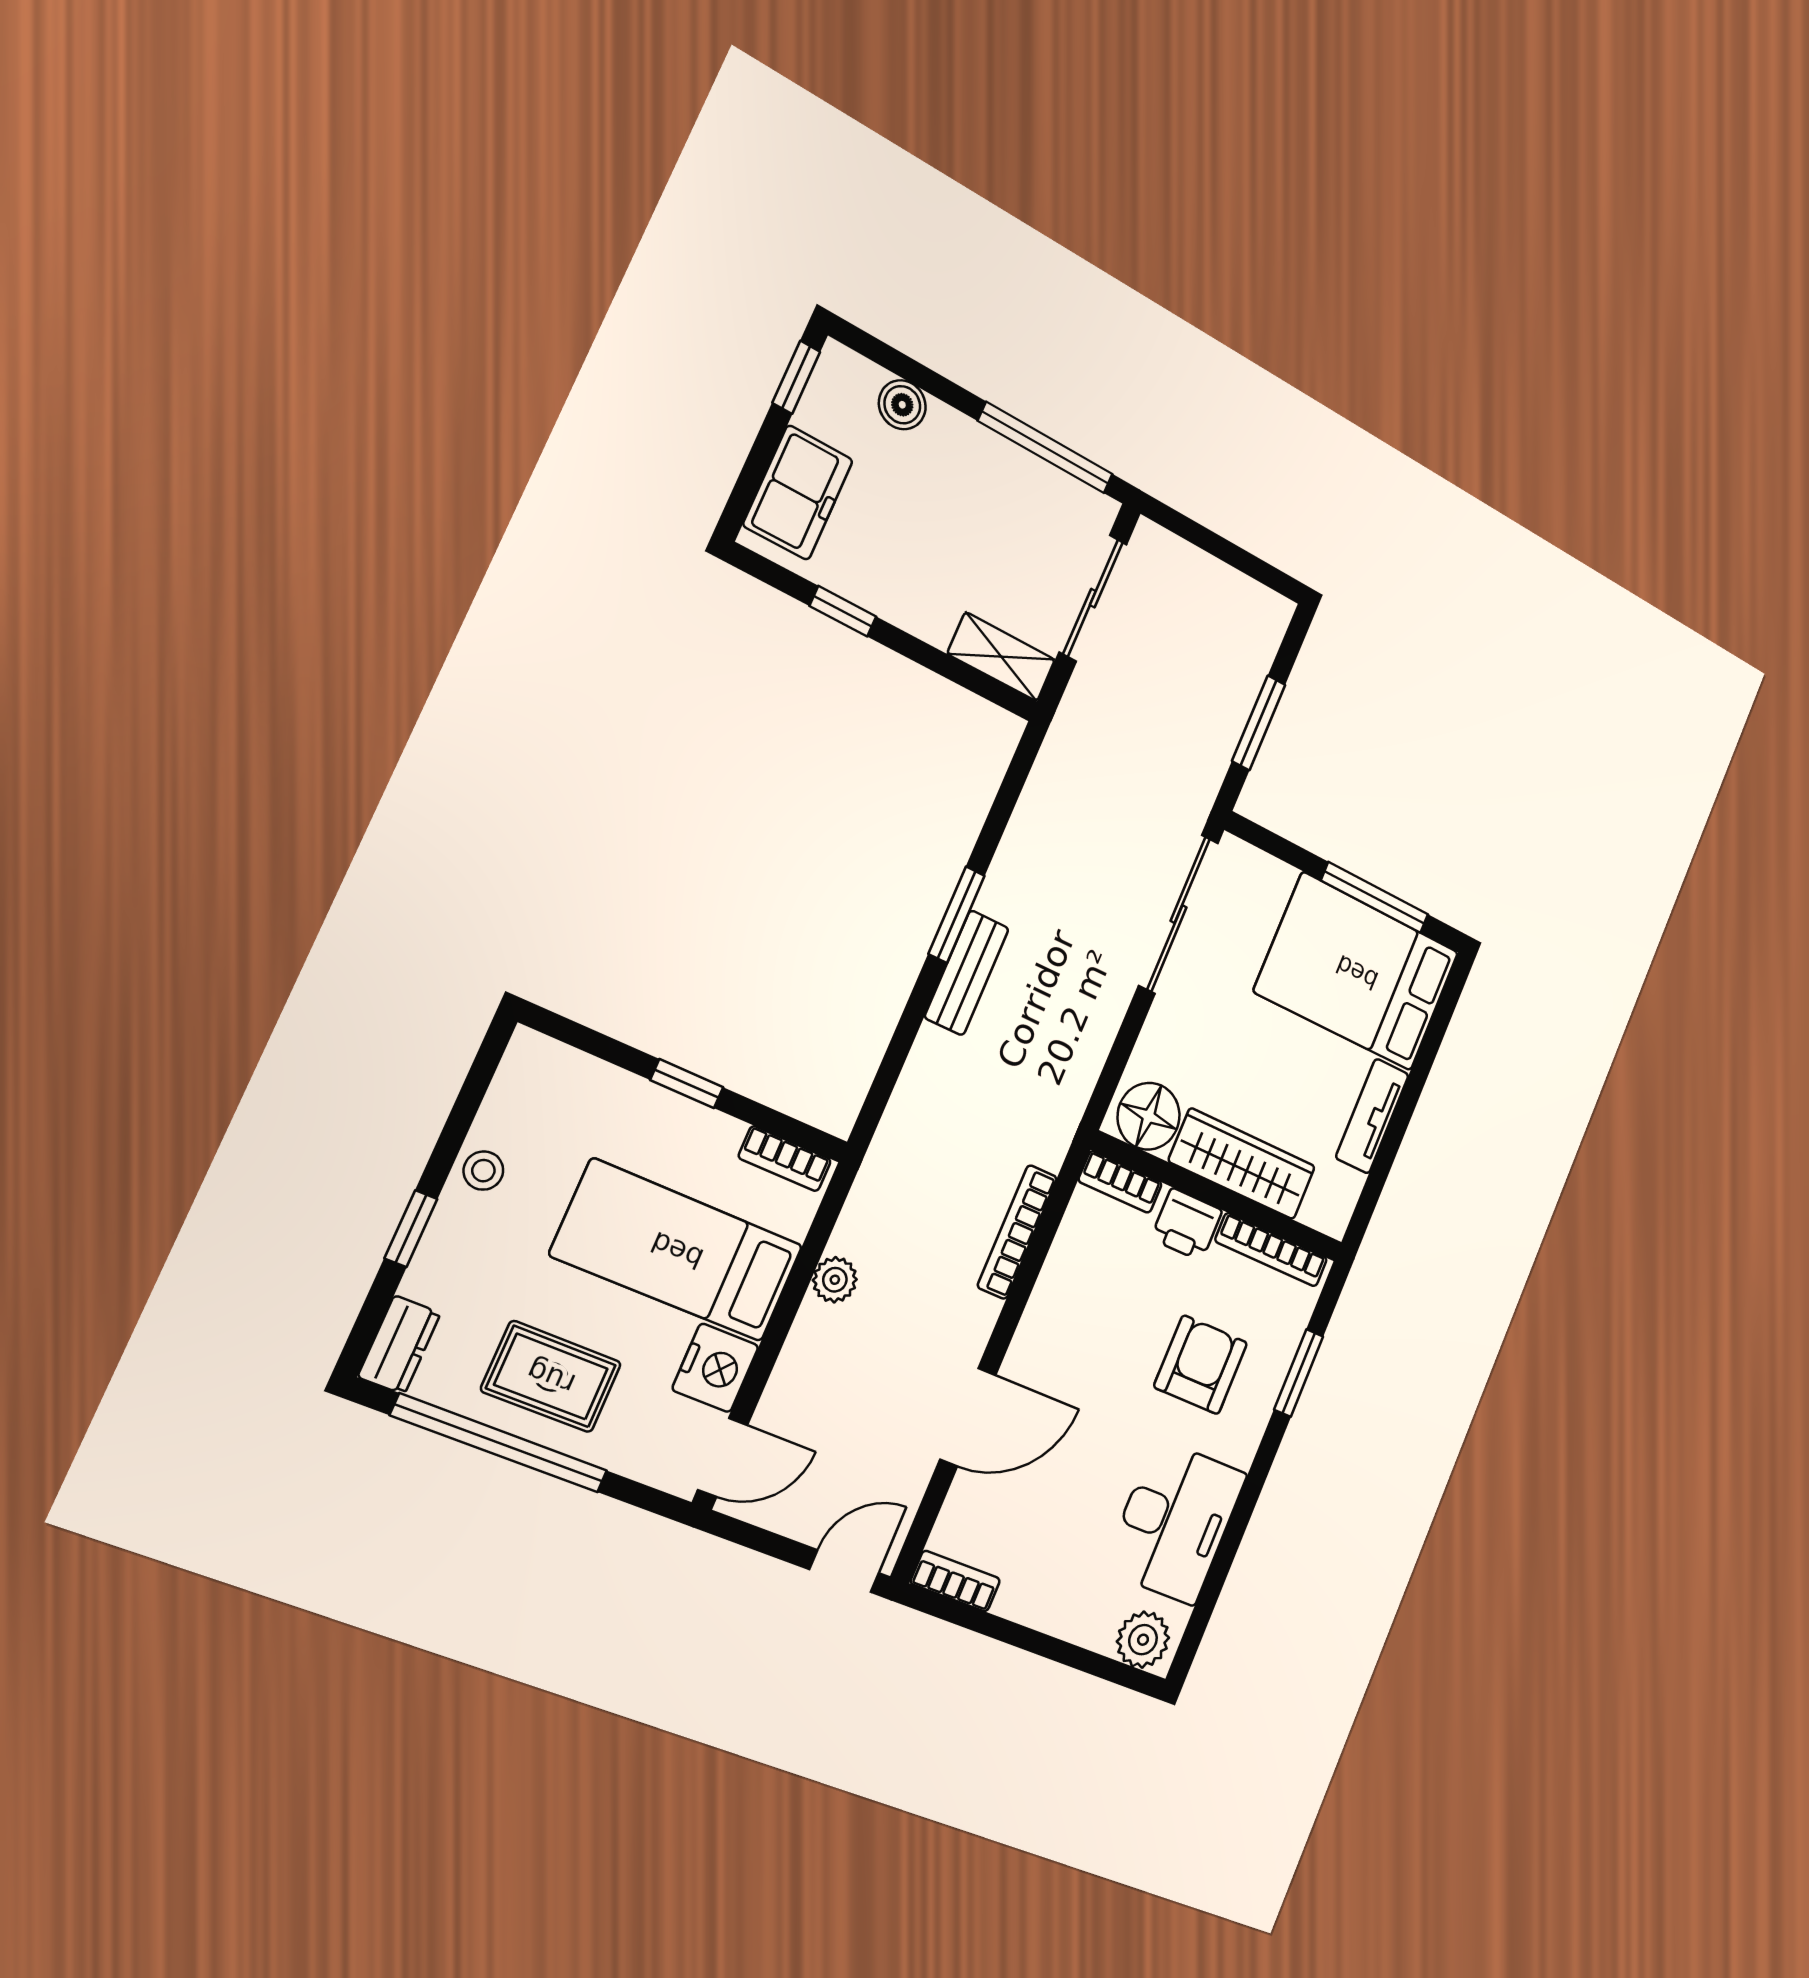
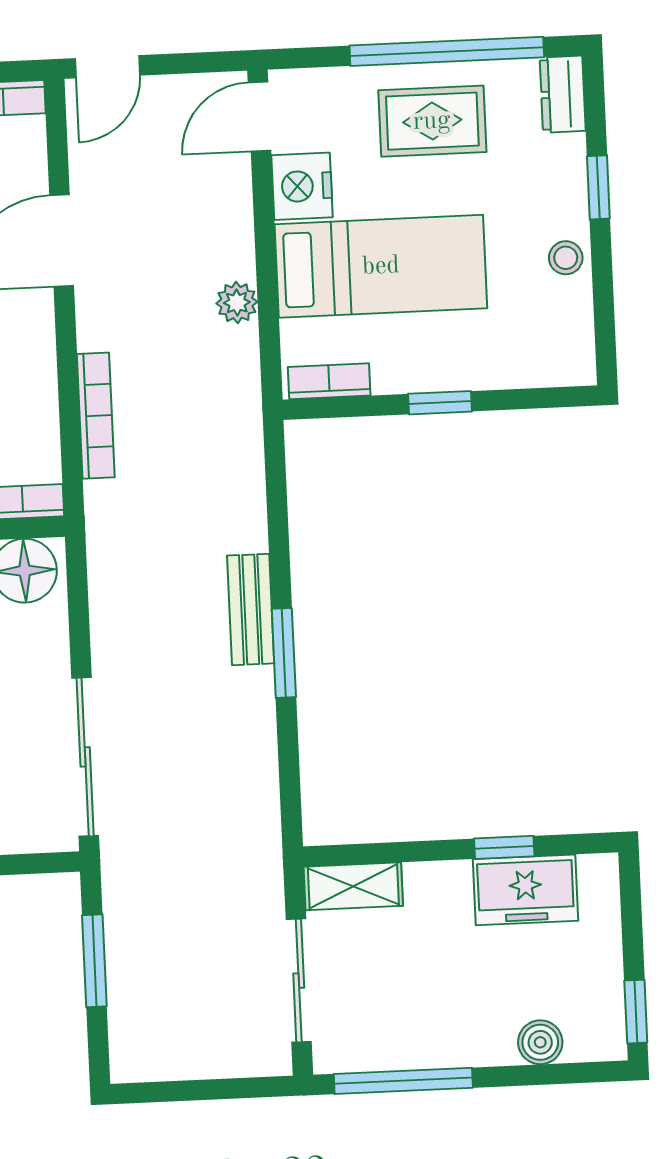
freezer: (798, 493) -> (526, 890), moved, turned -90

